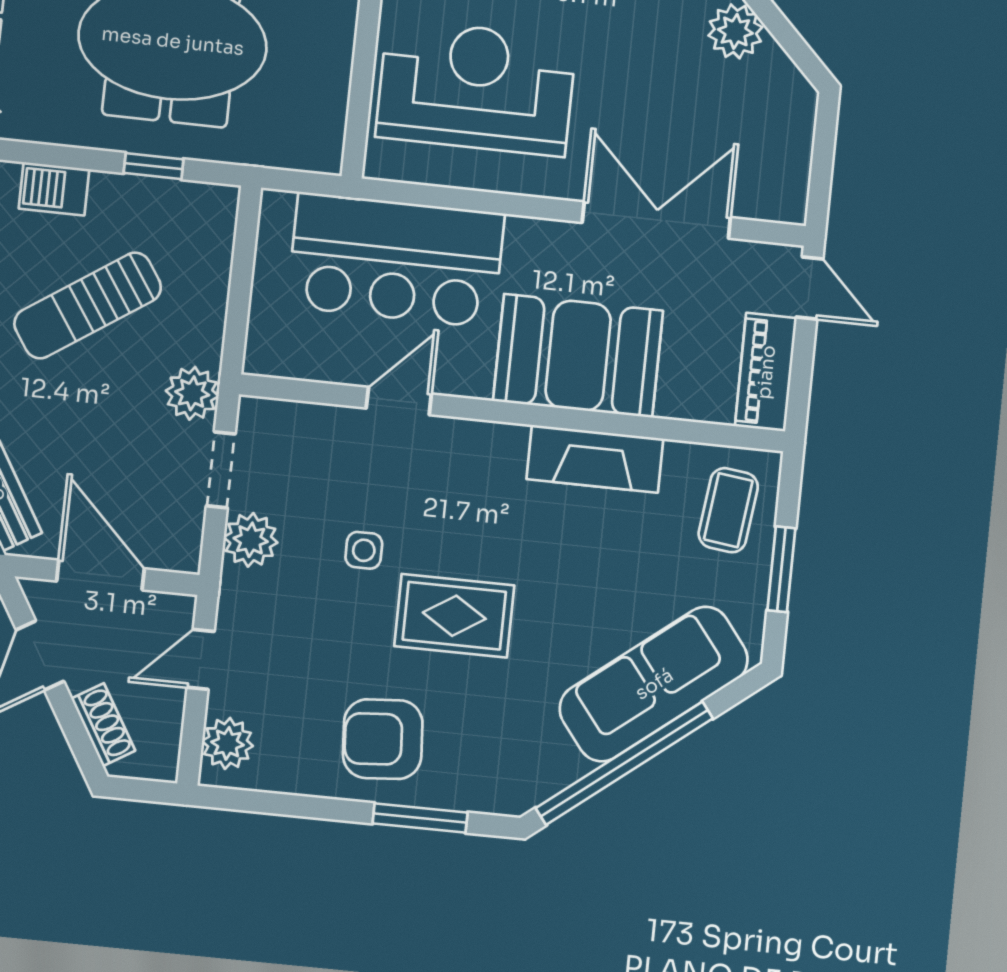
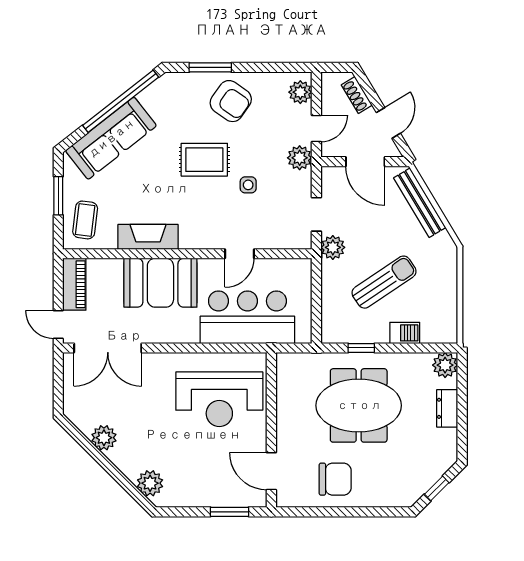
double door: (656, 220) -> (108, 348), moved
plant: (251, 540) -> (300, 158), moved
armchair: (383, 739) -> (231, 101), turned 39

